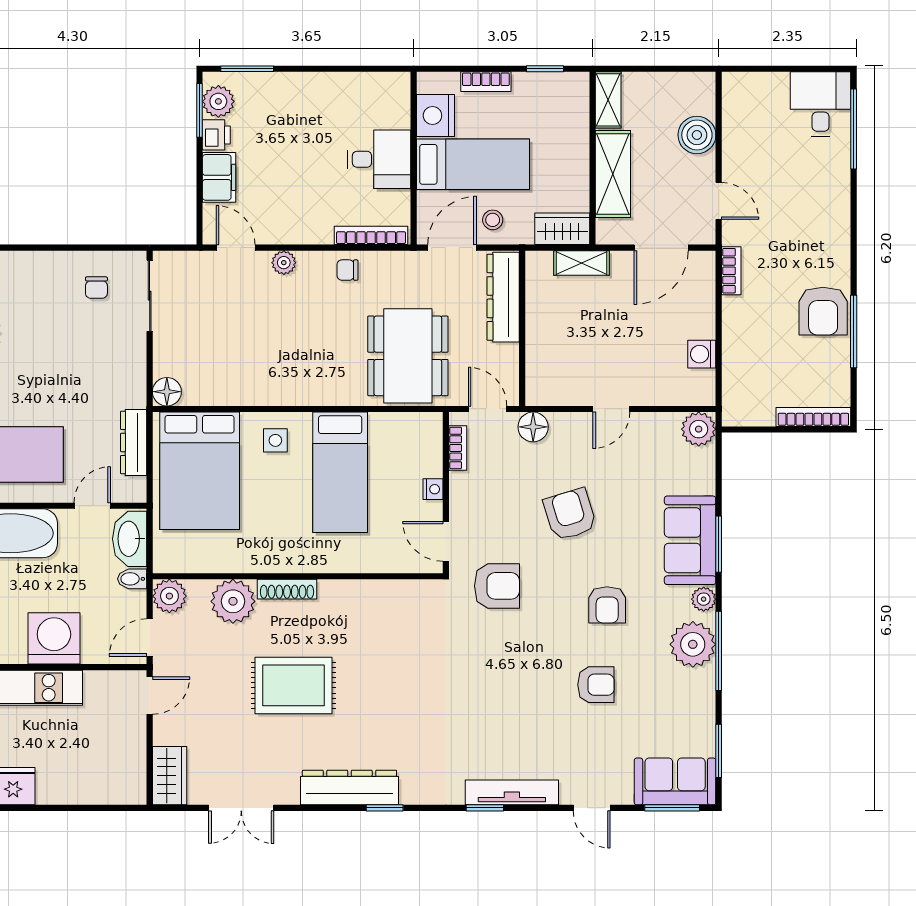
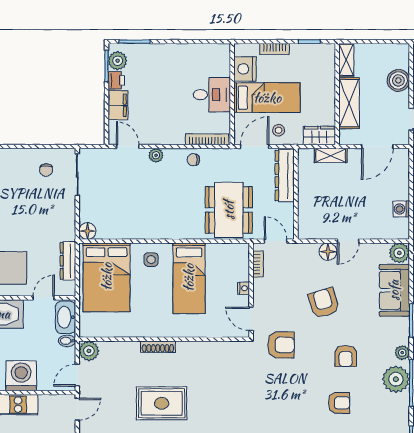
floor lamp: (533, 427) -> (328, 252), moved
sofa: (690, 540) -> (394, 290), moved
plant: (233, 601) -> (126, 354), removed

